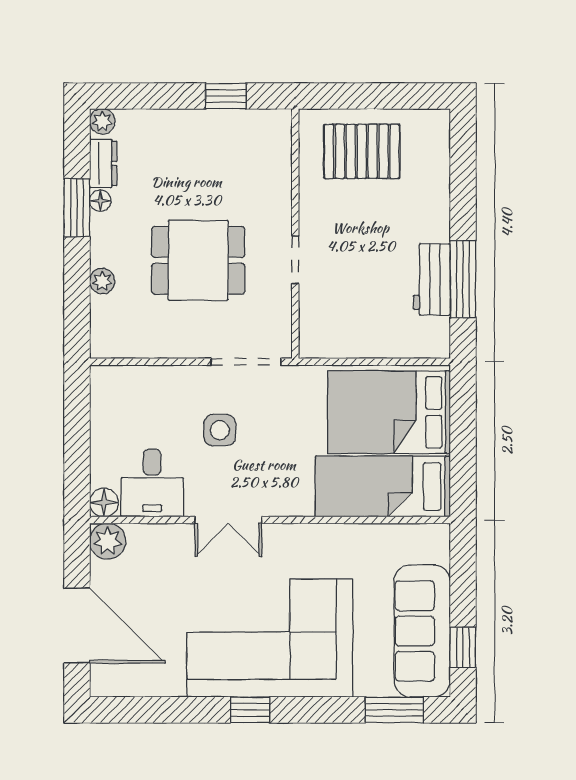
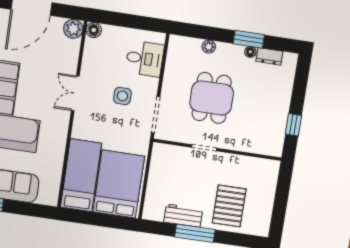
plant: (102, 121) -> (291, 59), removed
pallet: (362, 151) -> (229, 206), moved
window: (463, 279) -> (195, 233), moved
desk: (152, 483) -> (145, 59), moved, turned 180

